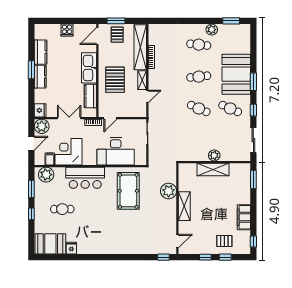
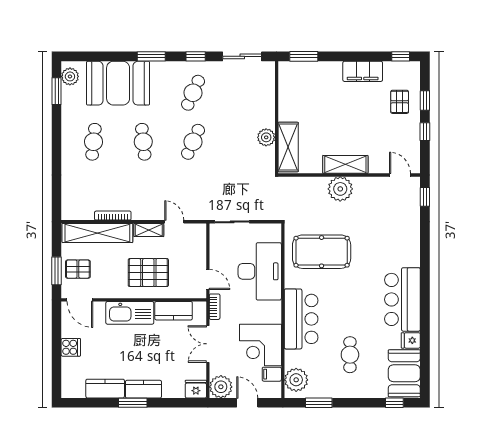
plant: (212, 30) -> (70, 76), moved
booth: (236, 74) -> (118, 83), moved
plant: (214, 155) -> (266, 137), moved
shelving: (213, 169) -> (288, 147), moved
plant: (169, 191) -> (340, 189), moved
window: (31, 214) -> (394, 403), moved
bar counter: (98, 243) -> (402, 299), added

